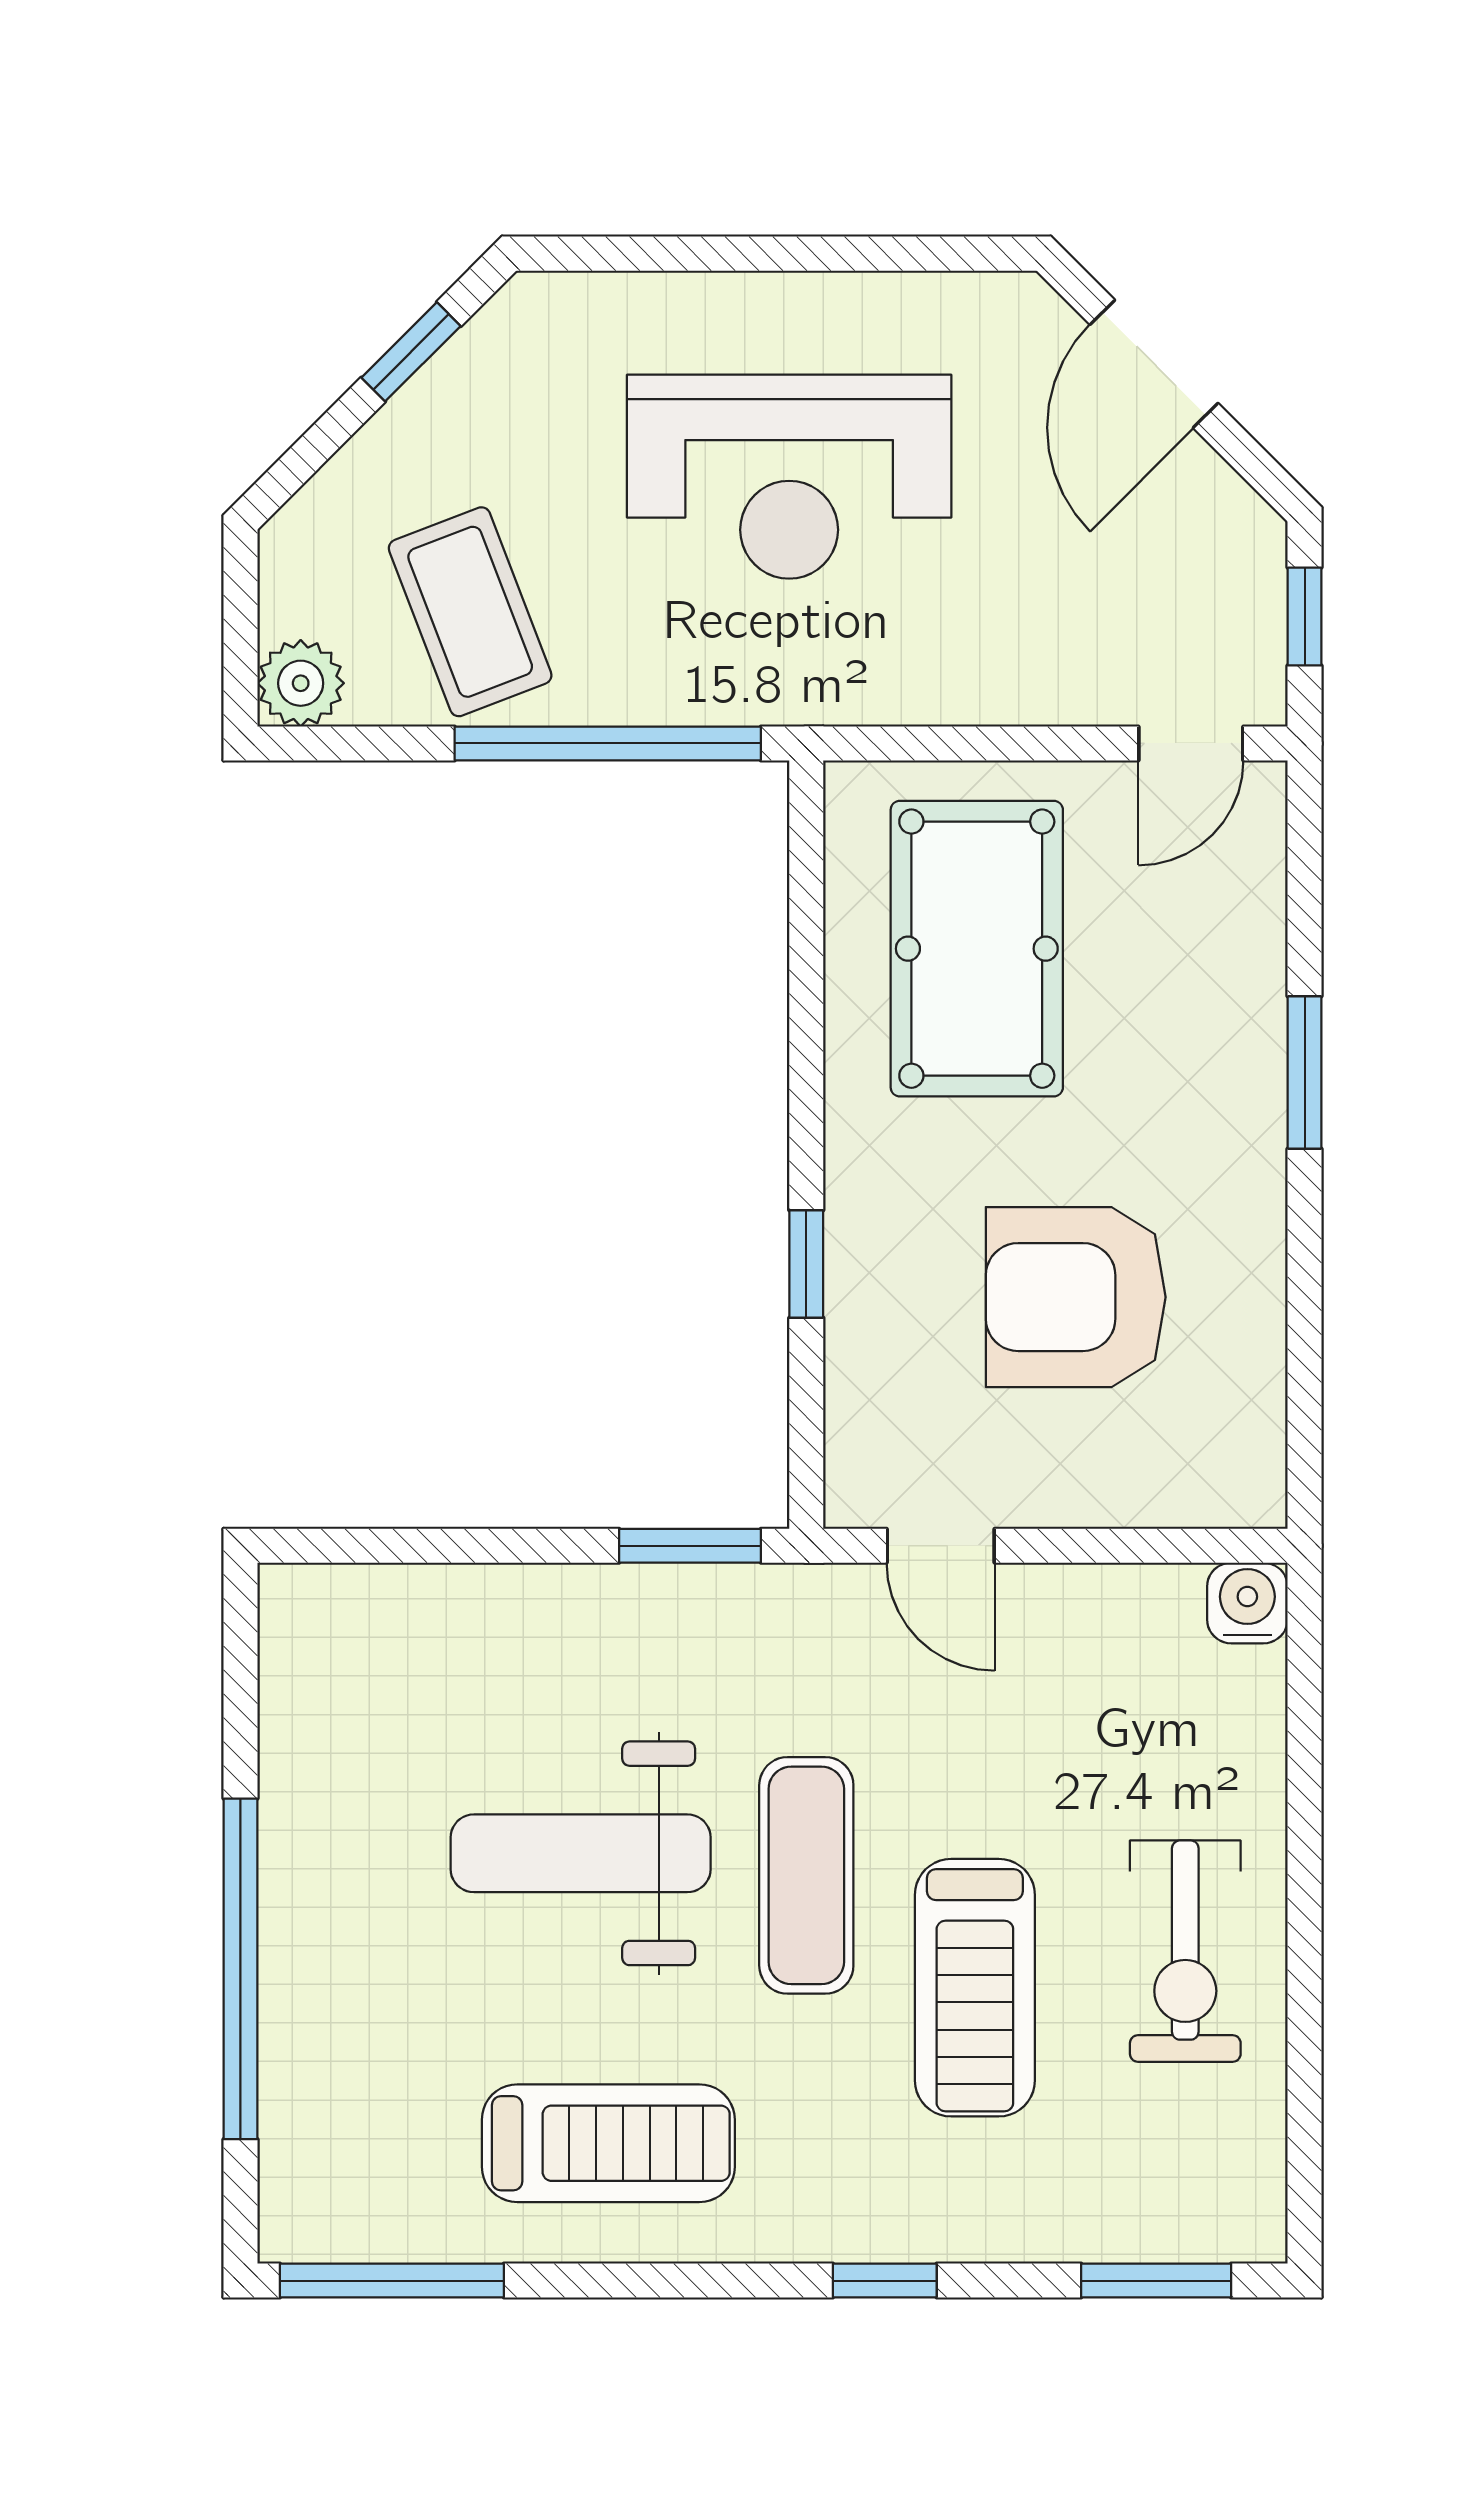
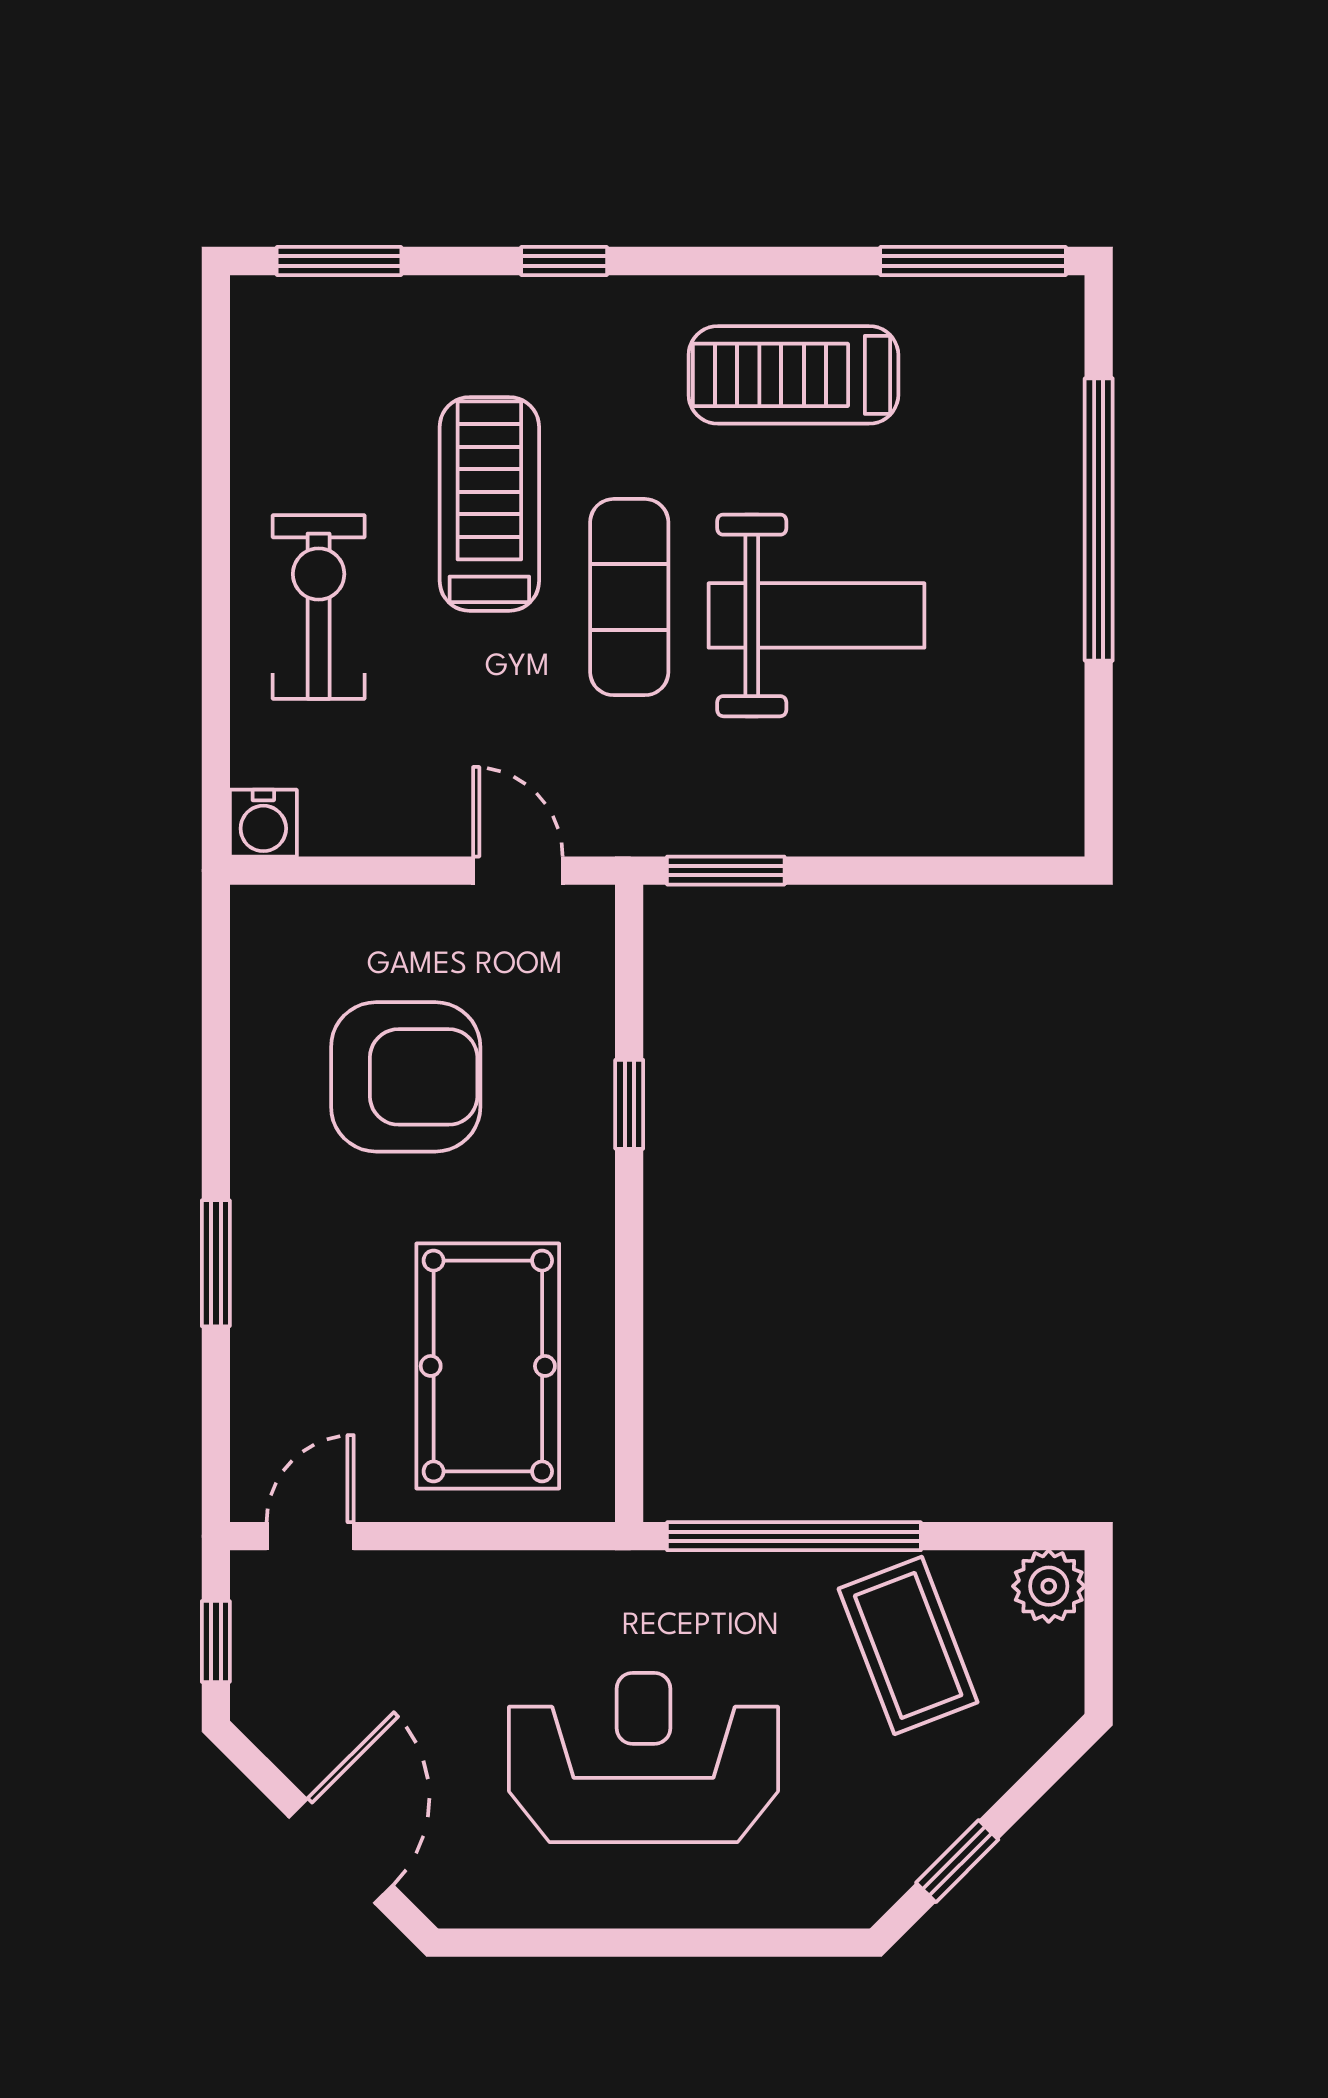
exercise bike: (1185, 1951) -> (319, 607), moved

